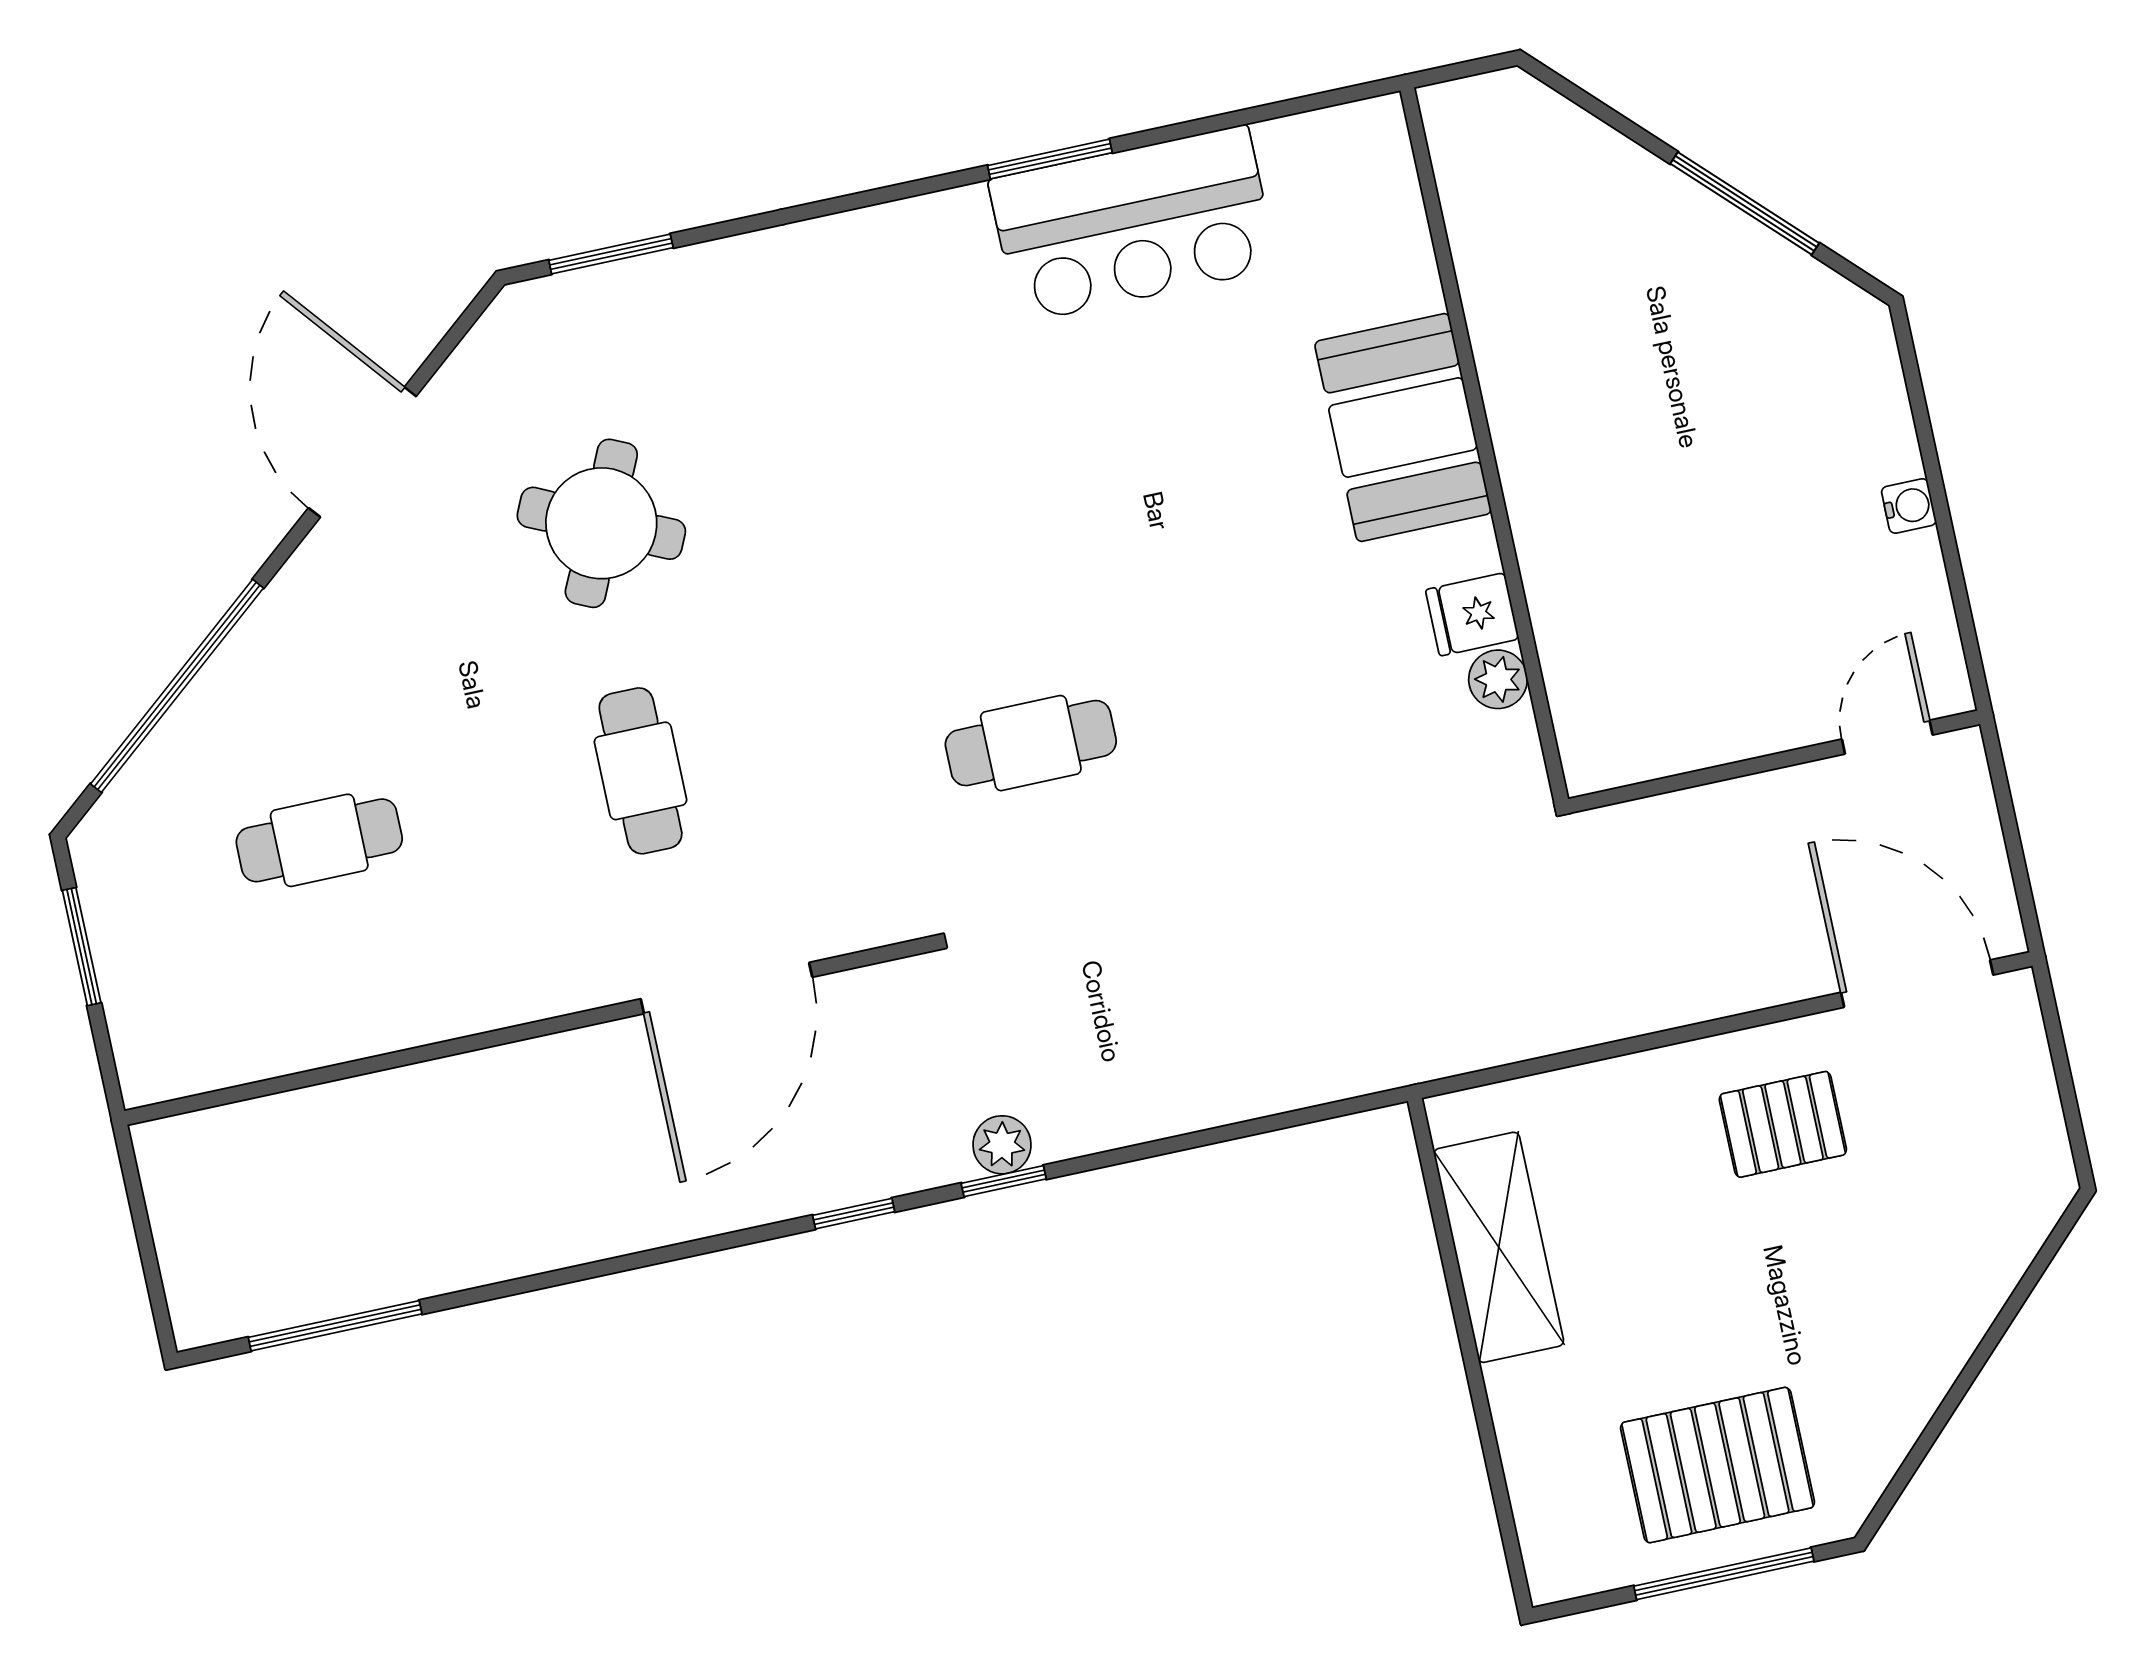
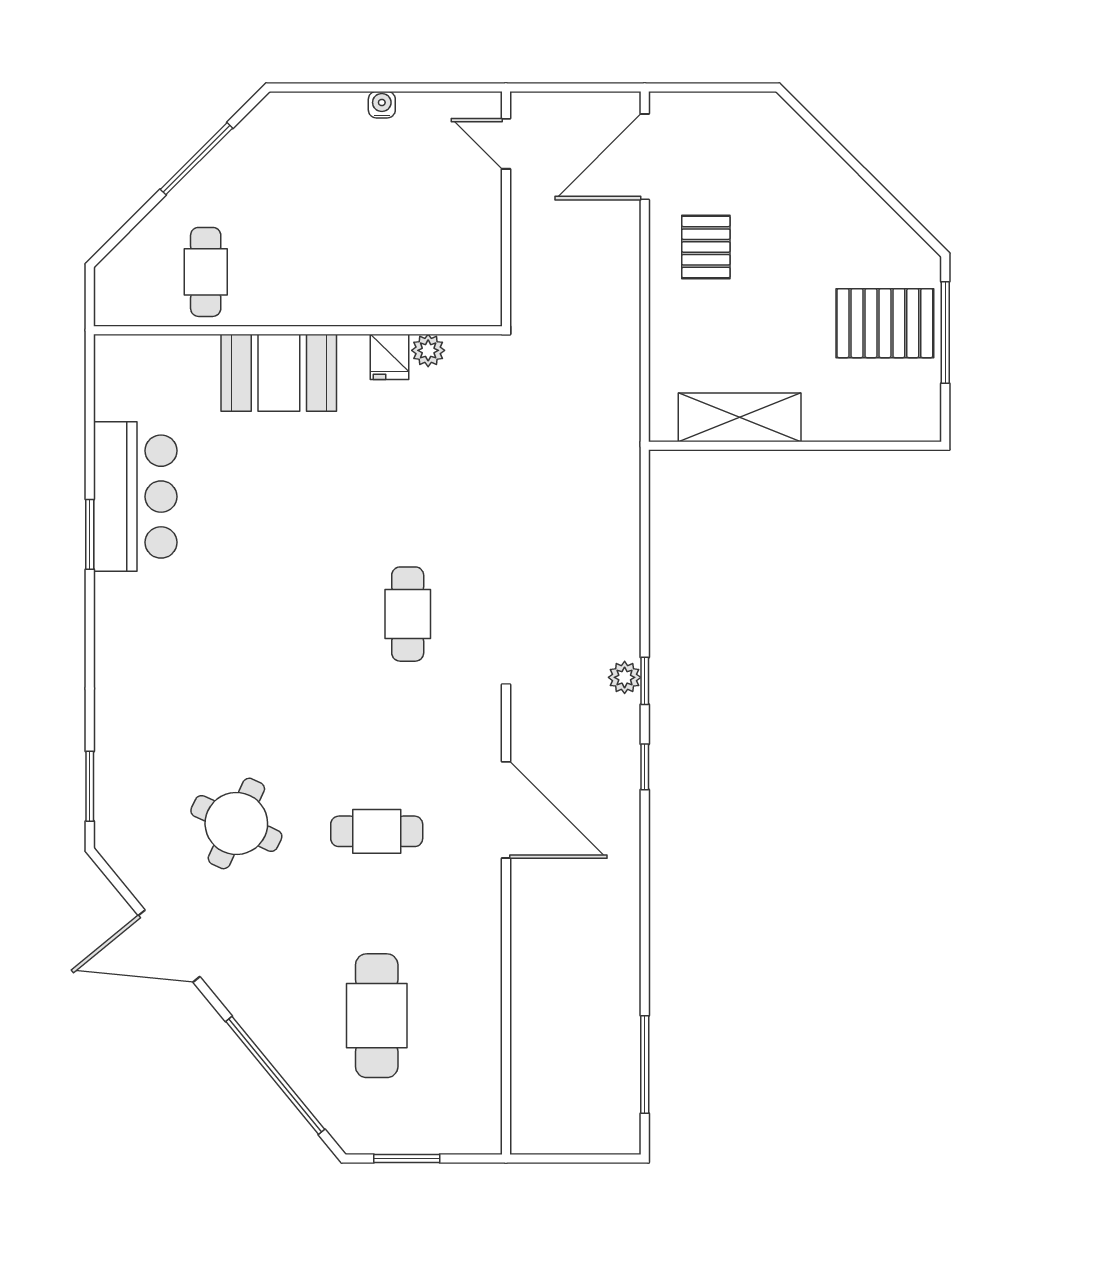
cafe table: (1551, 262) -> (206, 272), added
cafe table: (319, 840) -> (377, 1016), width x1.37, depth x1.35
pallet: (1718, 1465) -> (885, 323), turned 90

